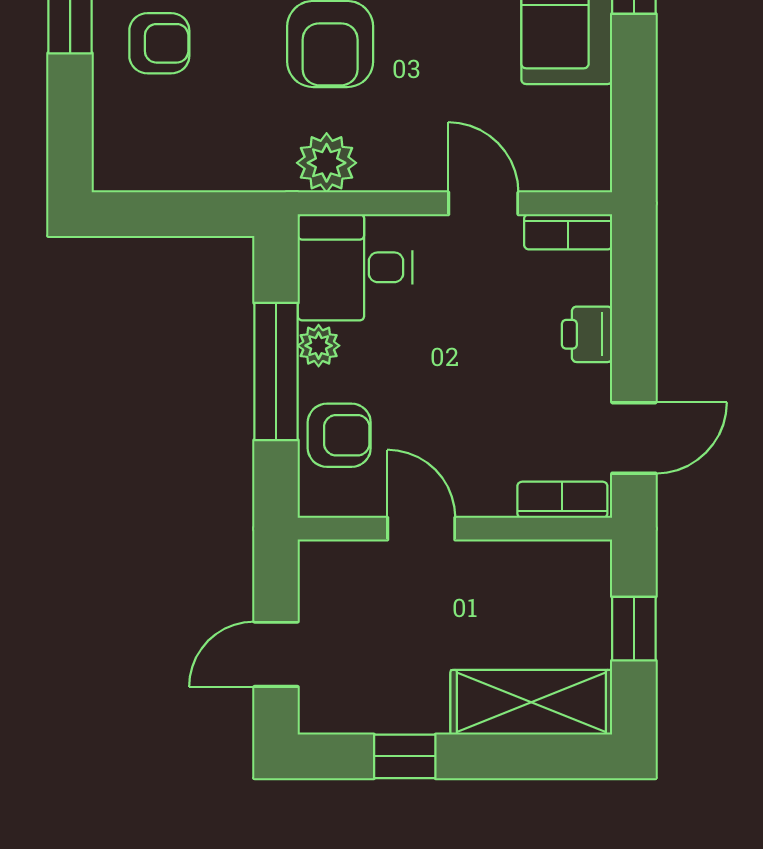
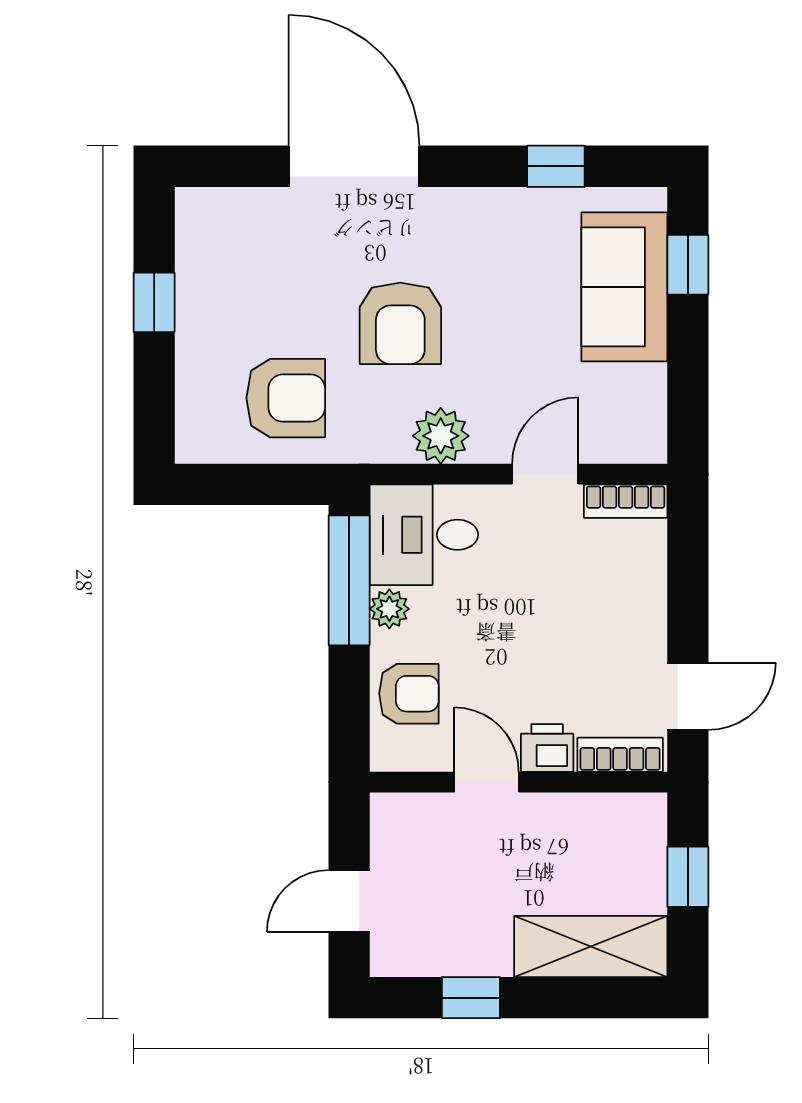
armchair: (159, 43) -> (286, 398), moved, width x1.38, depth x1.38
plant: (327, 163) -> (441, 436), moved
door: (483, 203) -> (545, 474), hinge flipped
printer: (587, 334) -> (547, 748), moved, turned 90
window: (276, 372) -> (349, 580), moved

